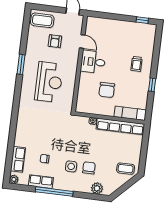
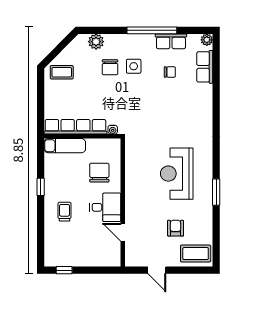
door: (82, 41) -> (123, 232), moved
desk: (93, 62) -> (105, 207), moved
wall: (79, 64) -> (123, 203), moved

